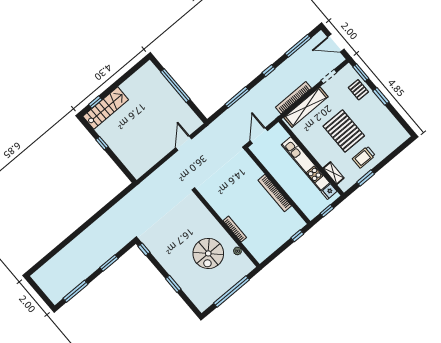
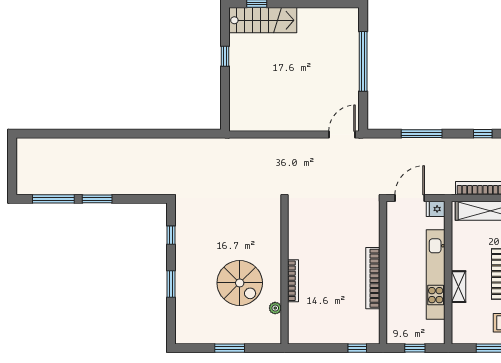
door: (184, 143) -> (342, 135), moved
shelving: (334, 173) -> (458, 287), moved
fridge: (329, 192) -> (436, 209), moved
window: (144, 249) -> (171, 235), moved
spiral stairs: (208, 253) -> (240, 283), turned -90
window: (109, 263) -> (97, 199), moved
window: (231, 291) -> (230, 348), width x0.47

